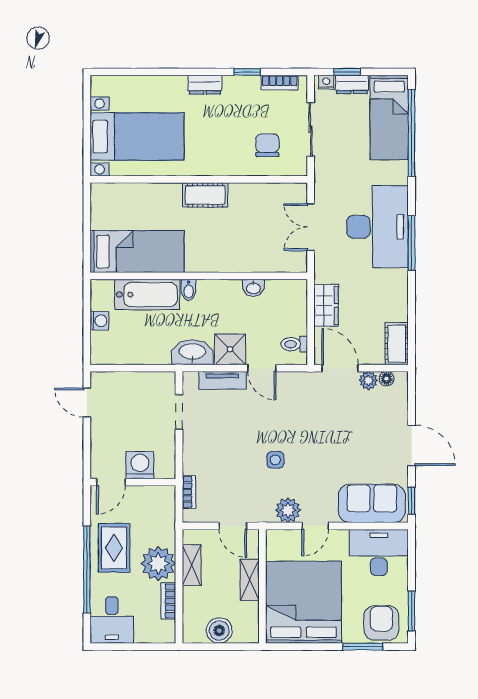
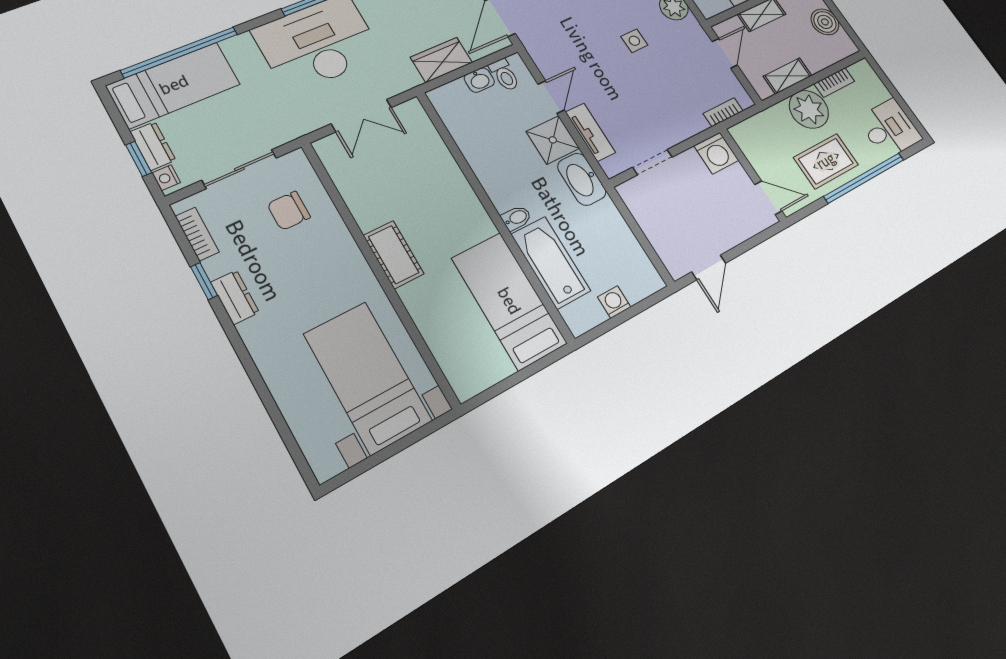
dresser: (205, 85) -> (235, 297), moved
washbasin: (253, 288) -> (479, 80), moved, turned 90
washing machine: (140, 465) -> (716, 153), moved, turned -90

